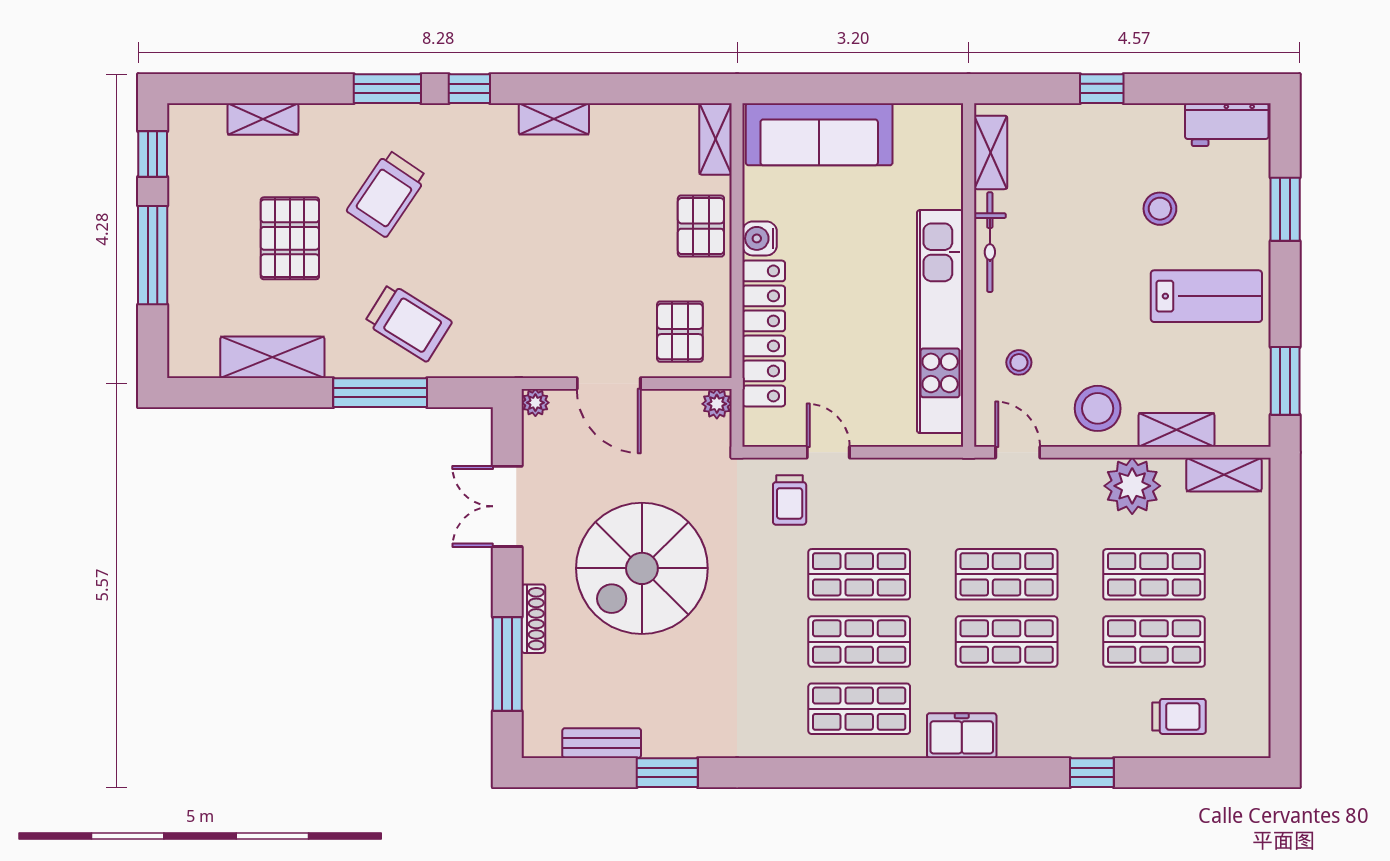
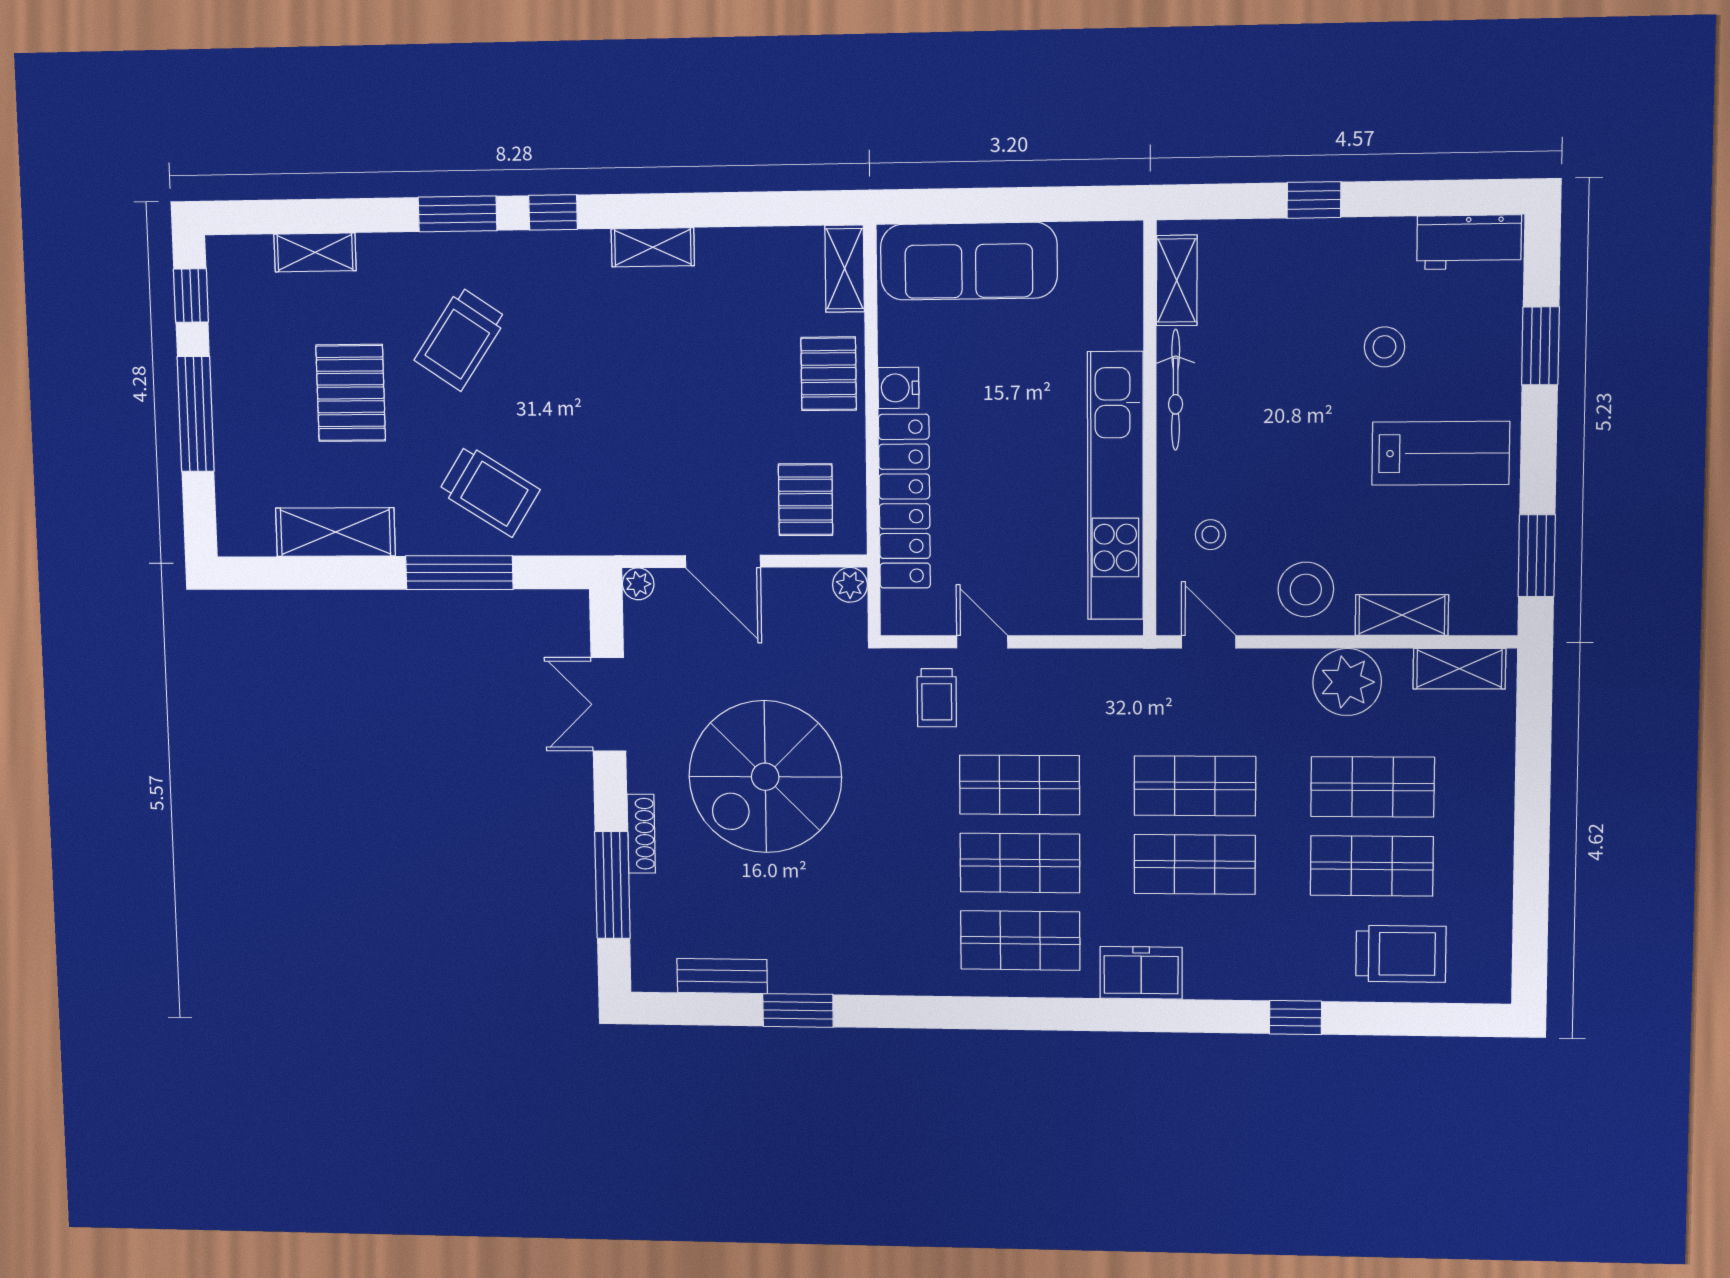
trolley: (1179, 716) -> (1401, 954), width x1.36, depth x1.39

